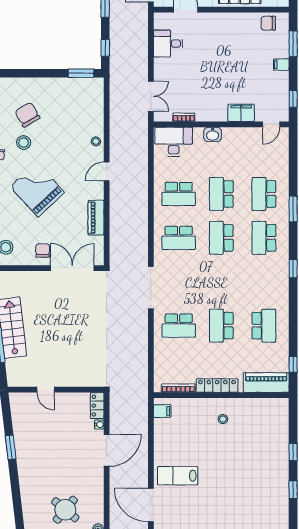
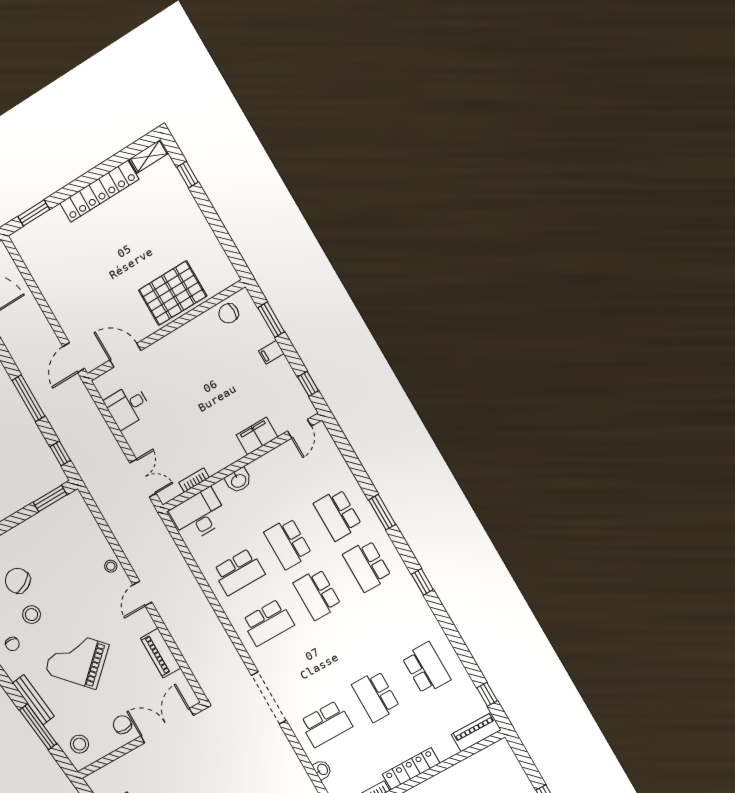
washbasin: (159, 354) -> (322, 770), added
piano: (266, 383) -> (476, 732), width x0.73, depth x0.75

